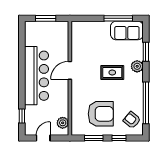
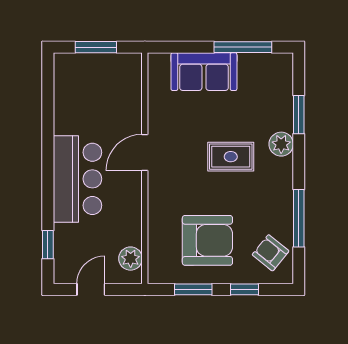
sofa: (127, 30) -> (204, 72), moved
bar counter: (36, 76) -> (77, 179), width x0.73
window: (146, 103) -> (299, 218), width x0.68

